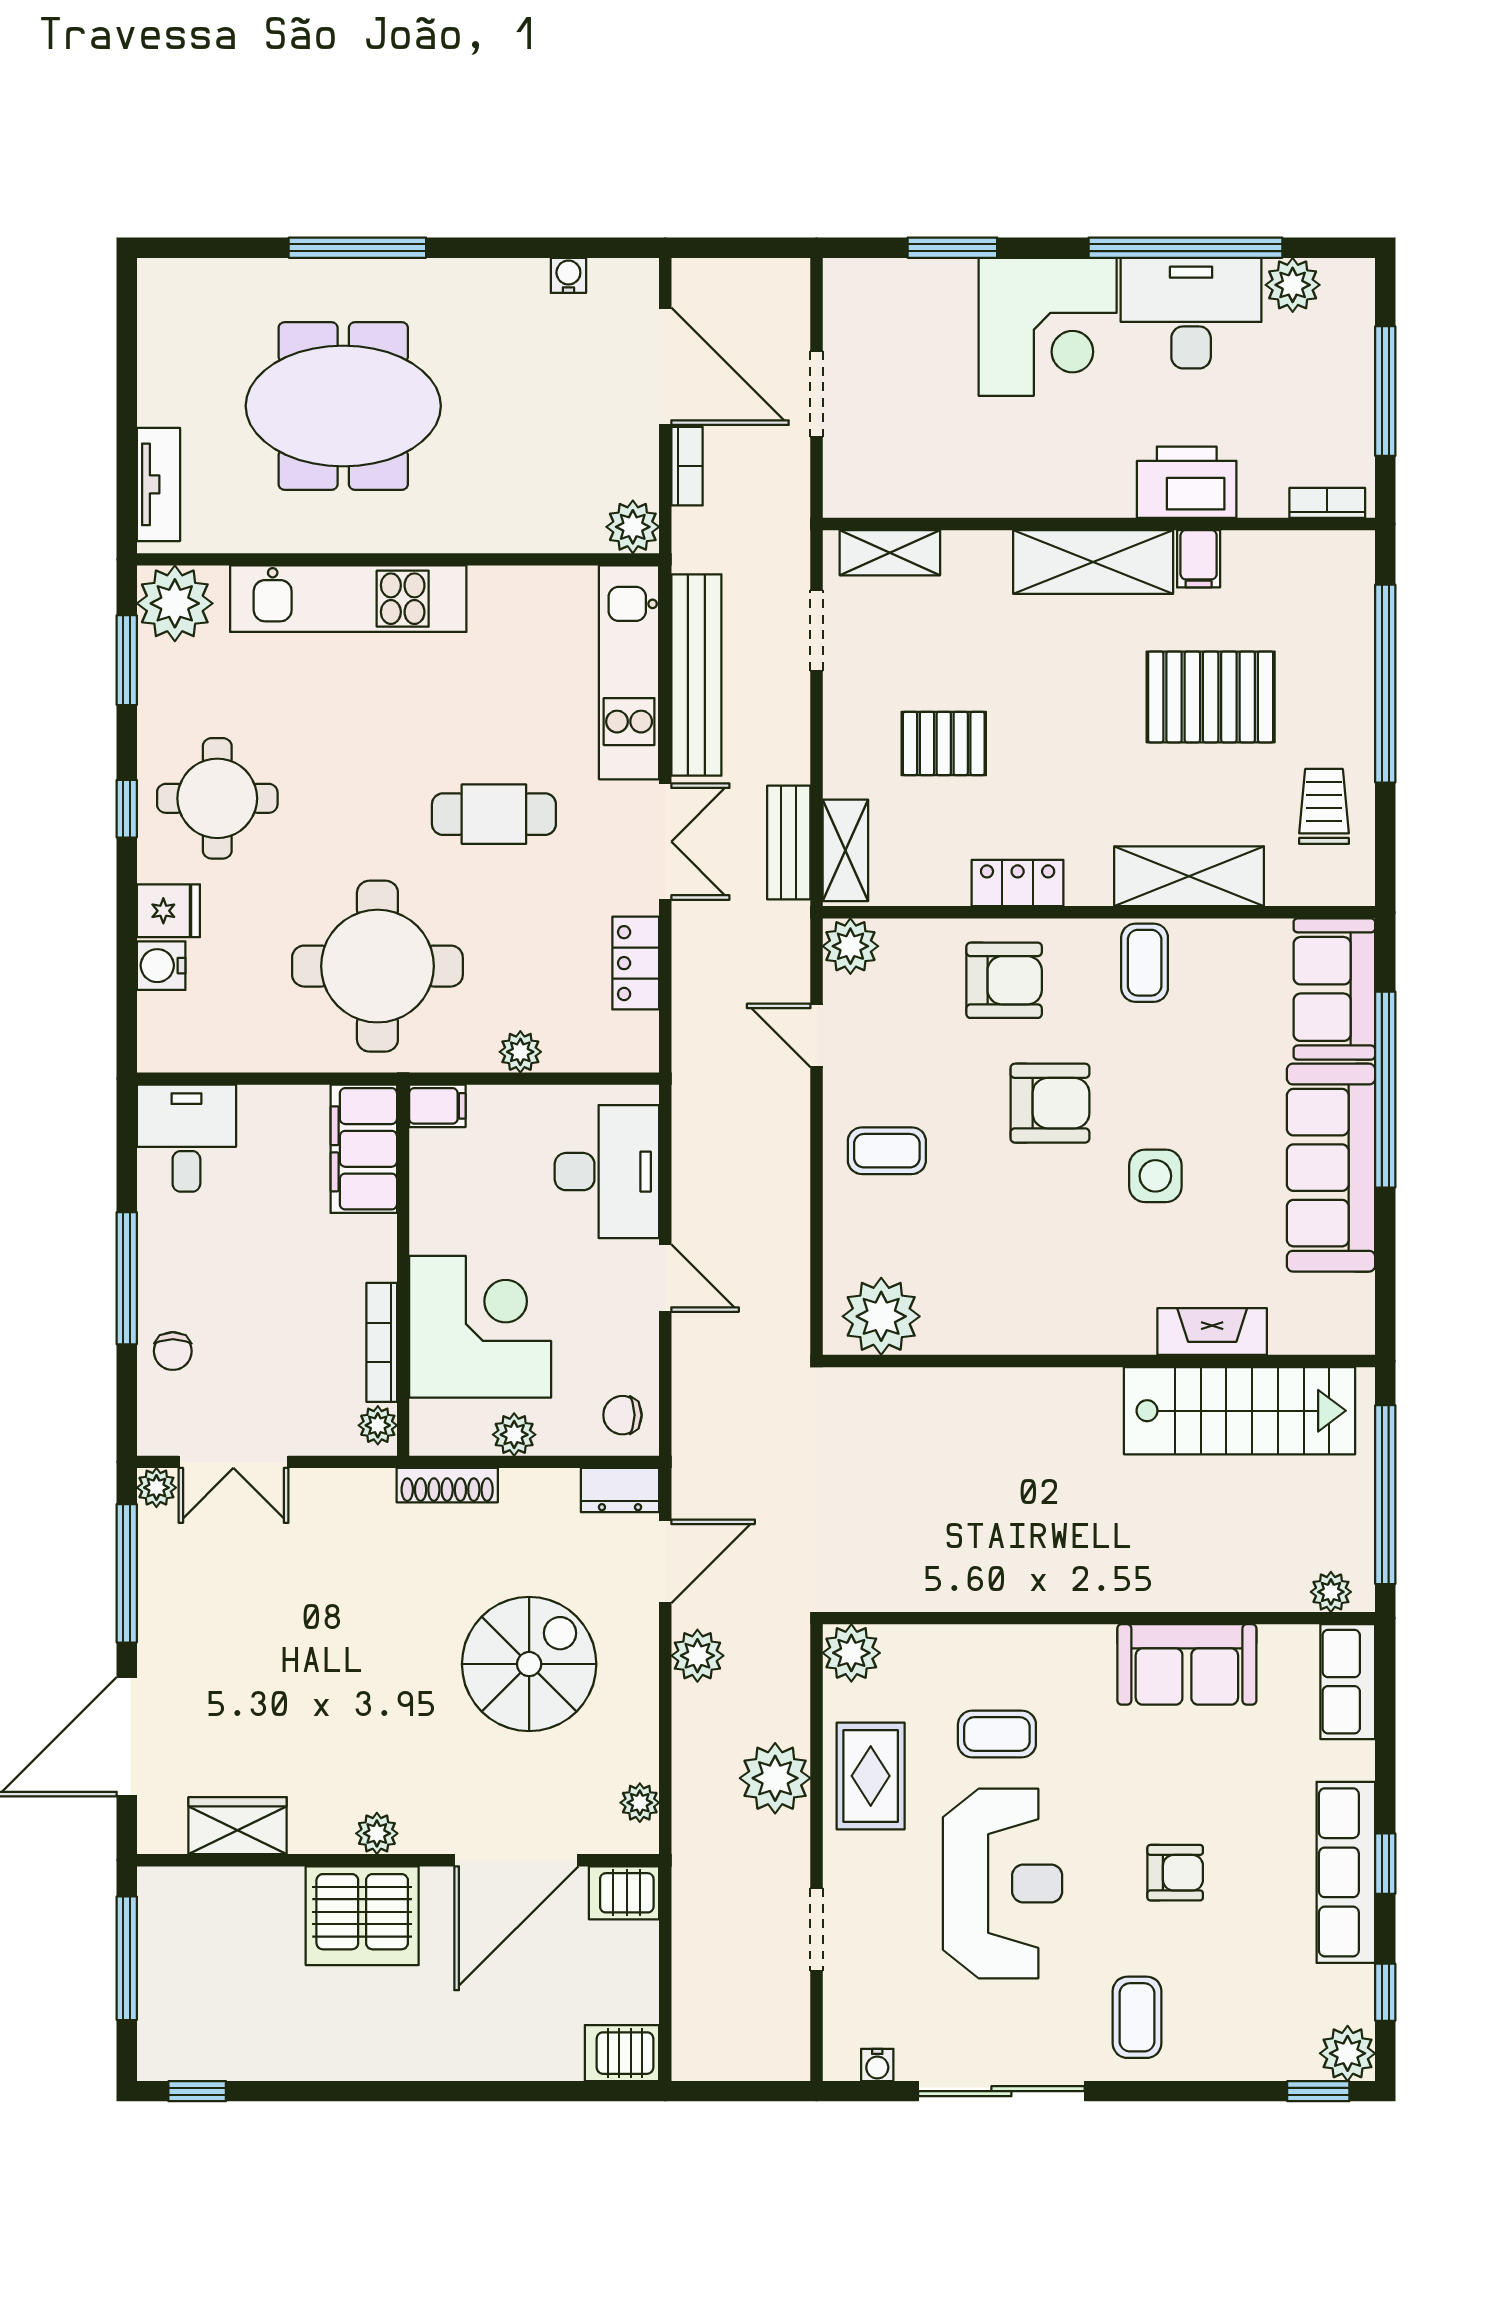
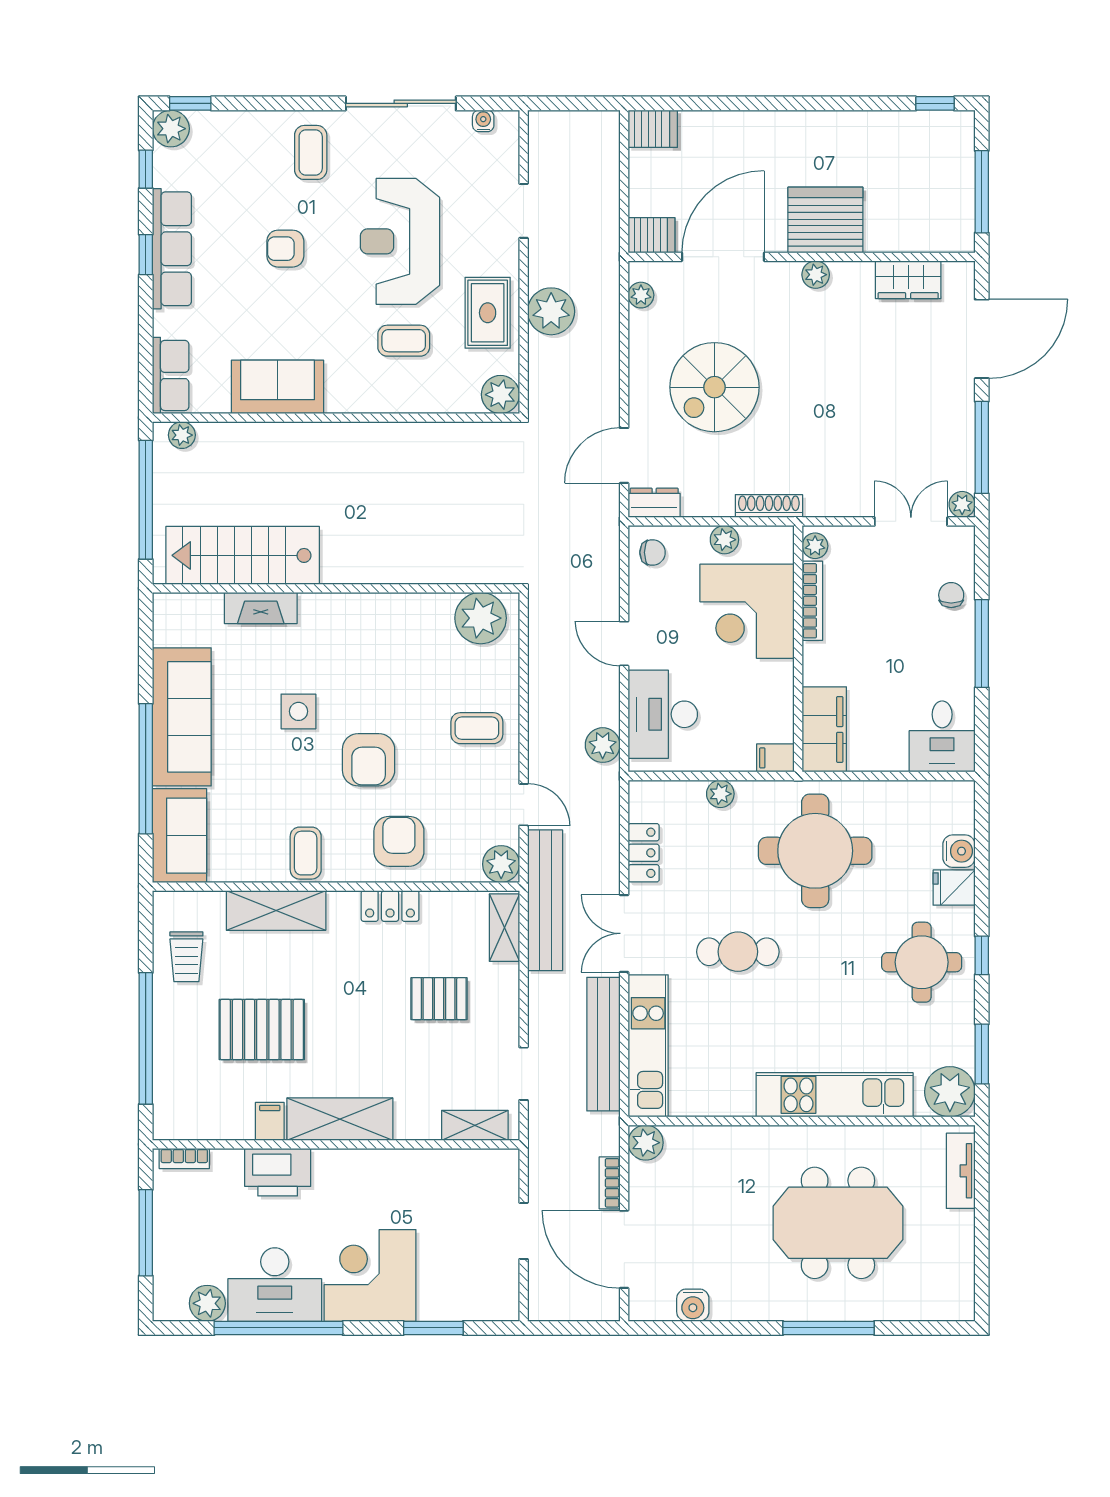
water cooler: (568, 275) -> (693, 1305), width x1.38, depth x1.38
bench: (789, 843) -> (545, 900), width x1.86, depth x1.21
armchair: (1004, 980) -> (399, 841), turned 90
armchair: (1050, 1103) -> (369, 760), turned -90
plant: (697, 1656) -> (603, 745), moved

